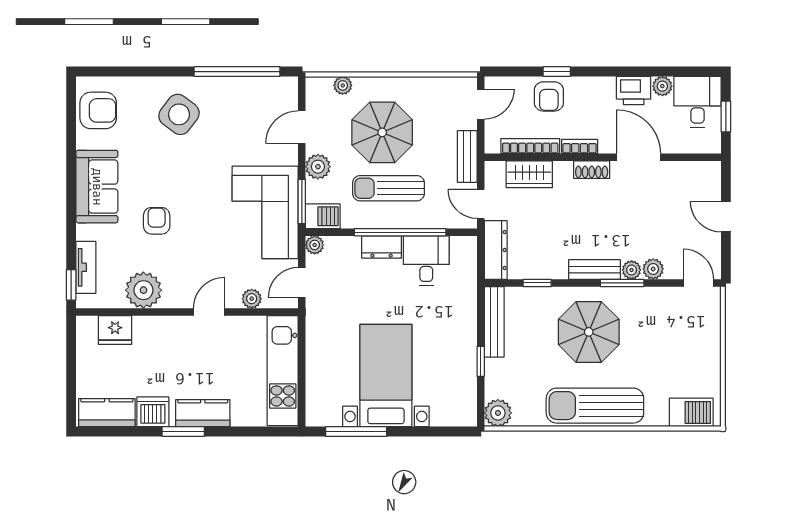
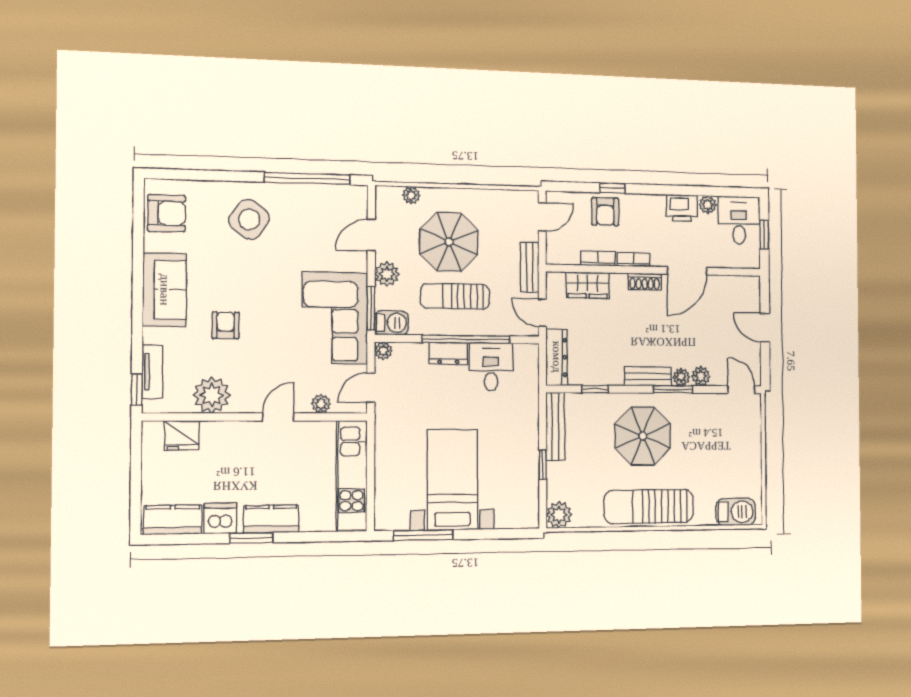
bookcase: (530, 146) -> (598, 259), width x0.64
door: (639, 157) -> (687, 271), swing flipped

